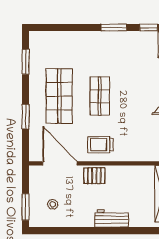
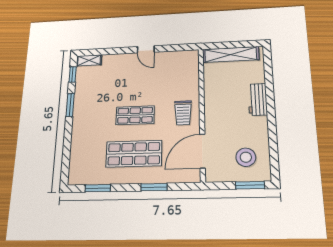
pallet: (94, 176) -> (214, 117), removed
stool: (53, 204) -> (246, 157), width x1.89, depth x1.89

